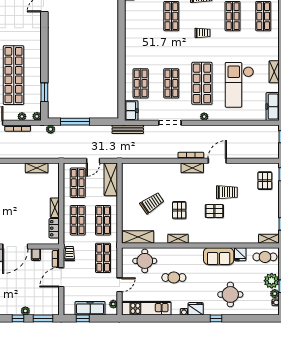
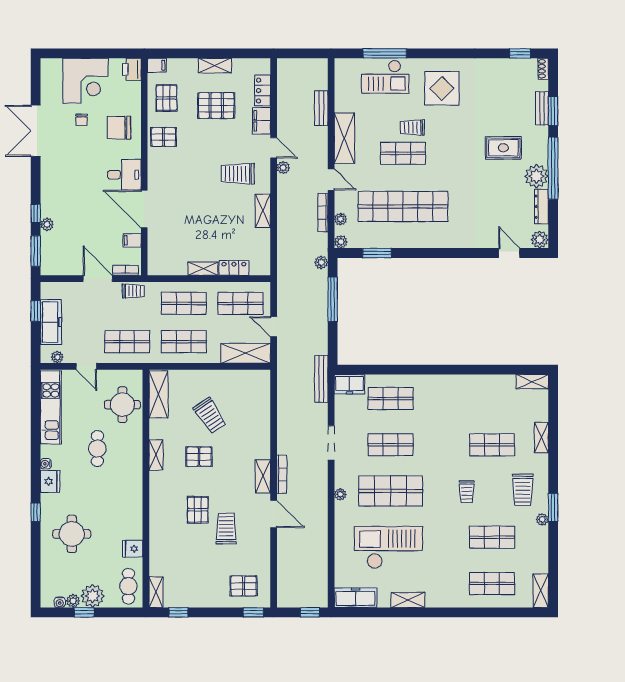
shelving: (37, 168) -> (263, 211), moved
trolley: (227, 192) -> (226, 529), turned 180
locker: (54, 228) -> (234, 268), moved
sofa: (219, 256) -> (129, 516), removed

